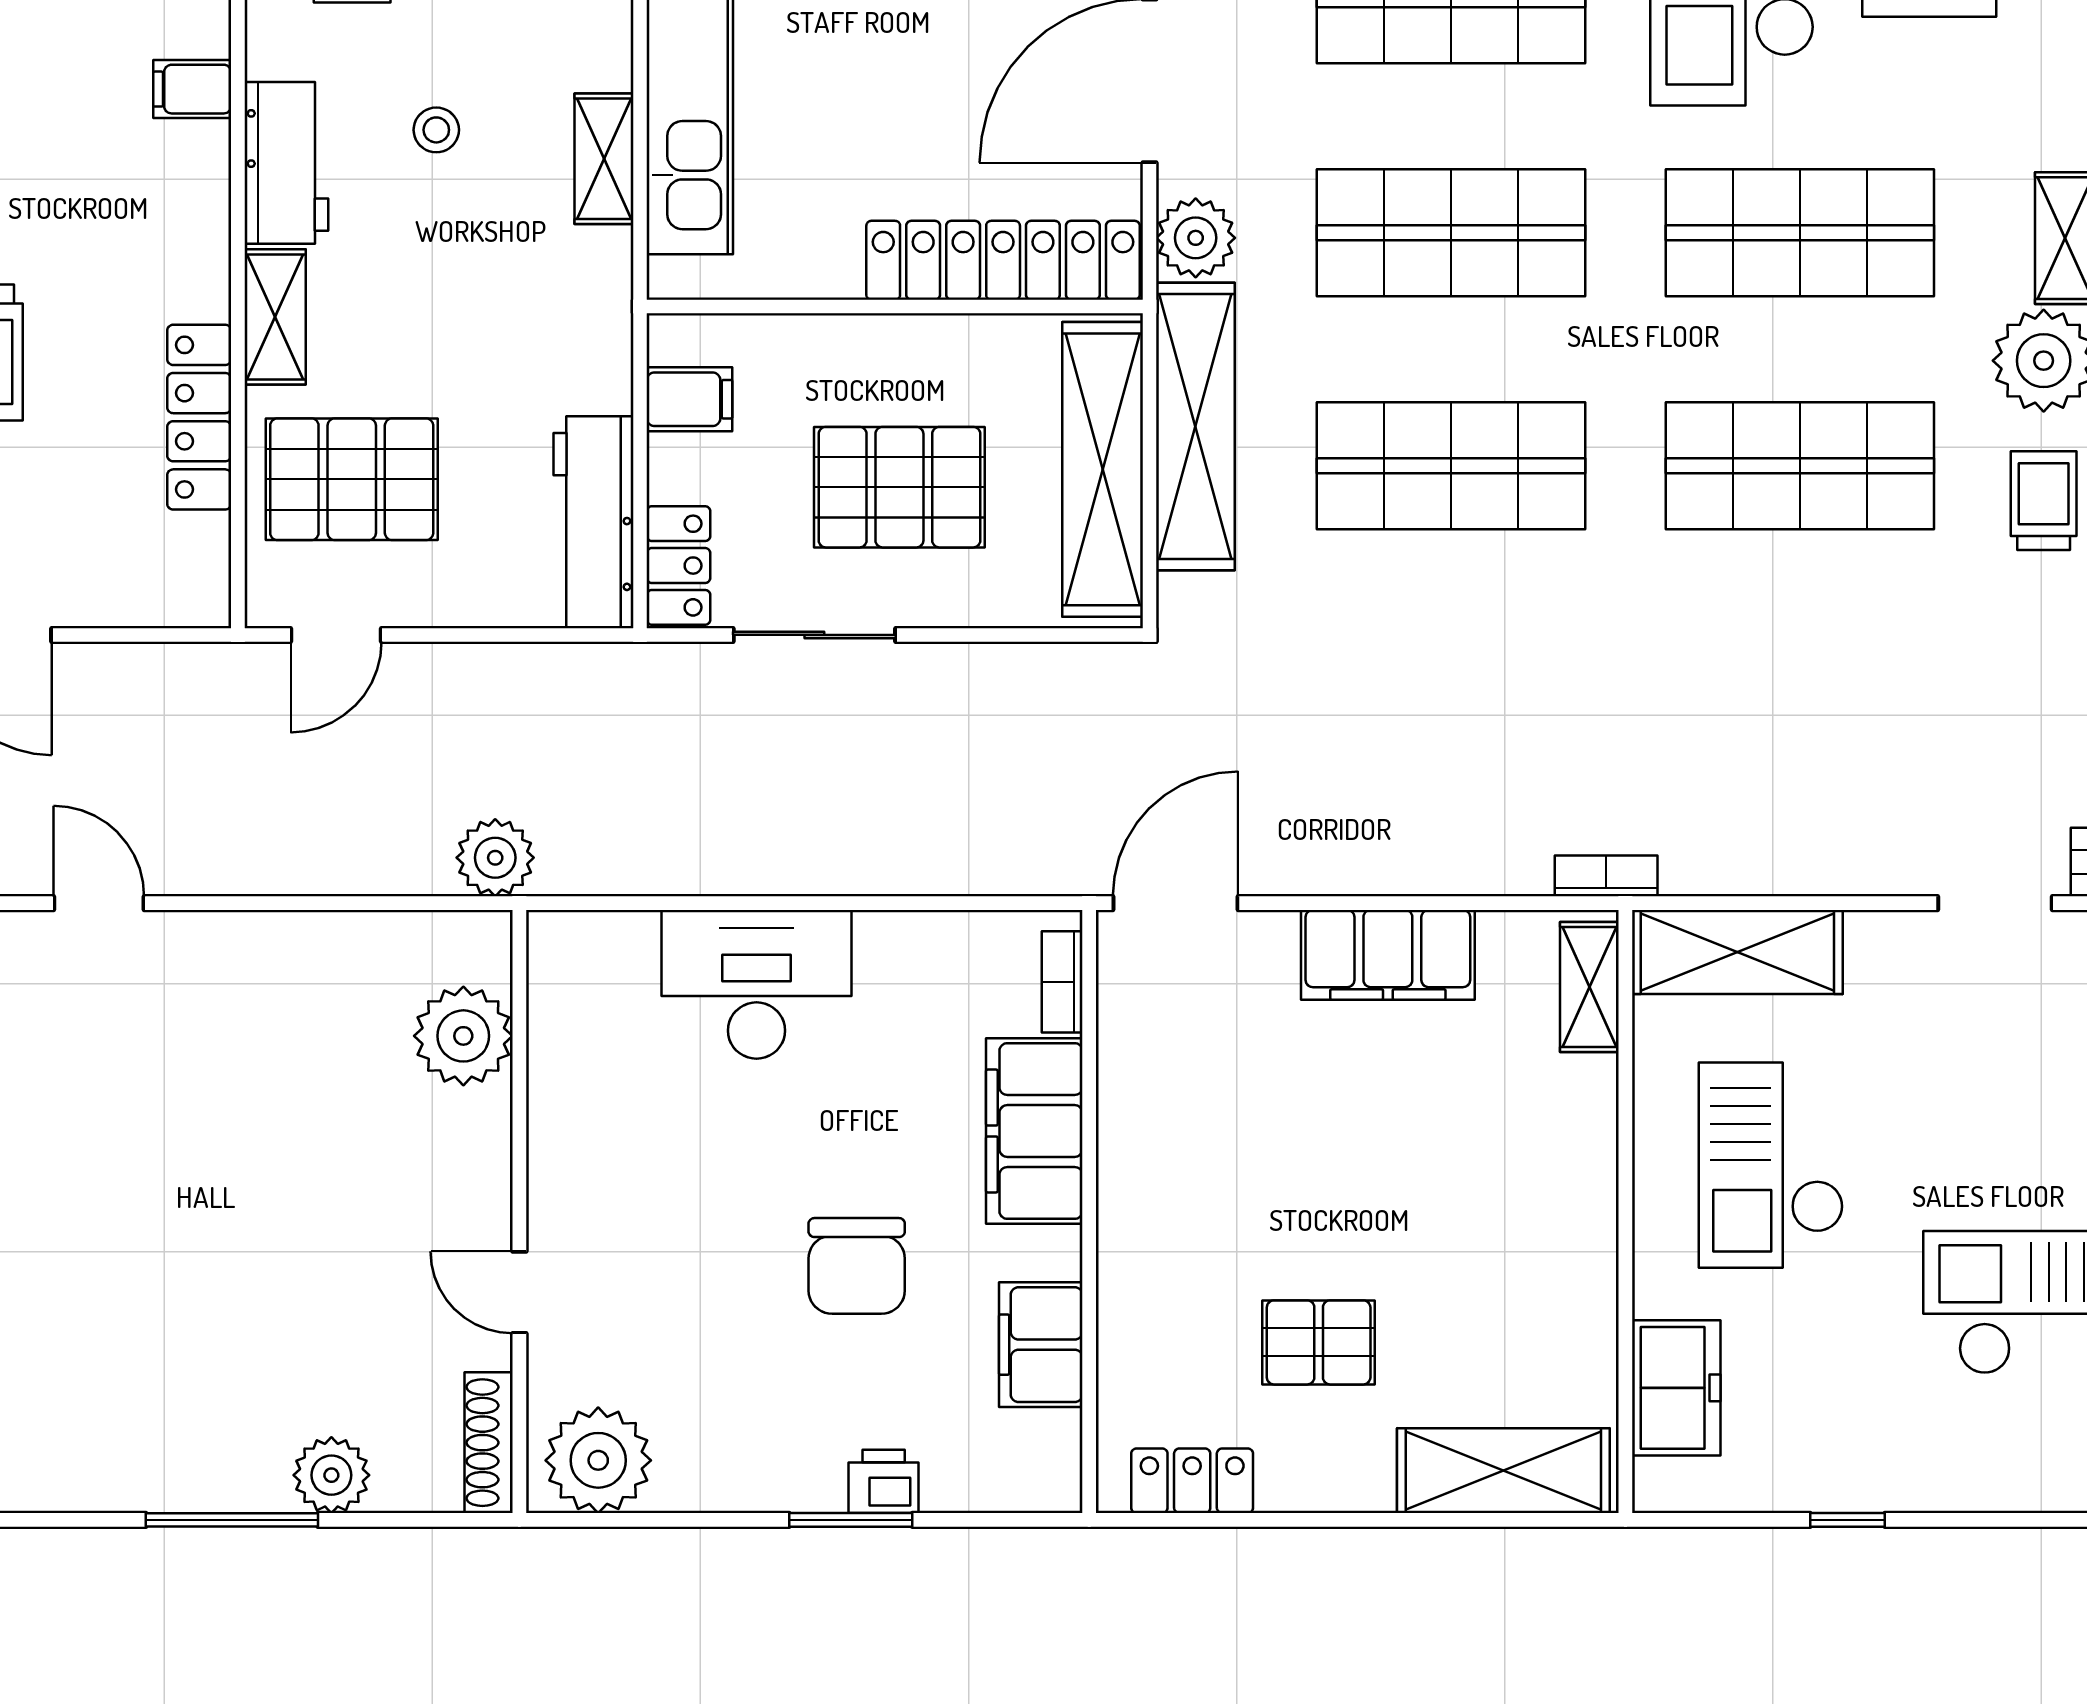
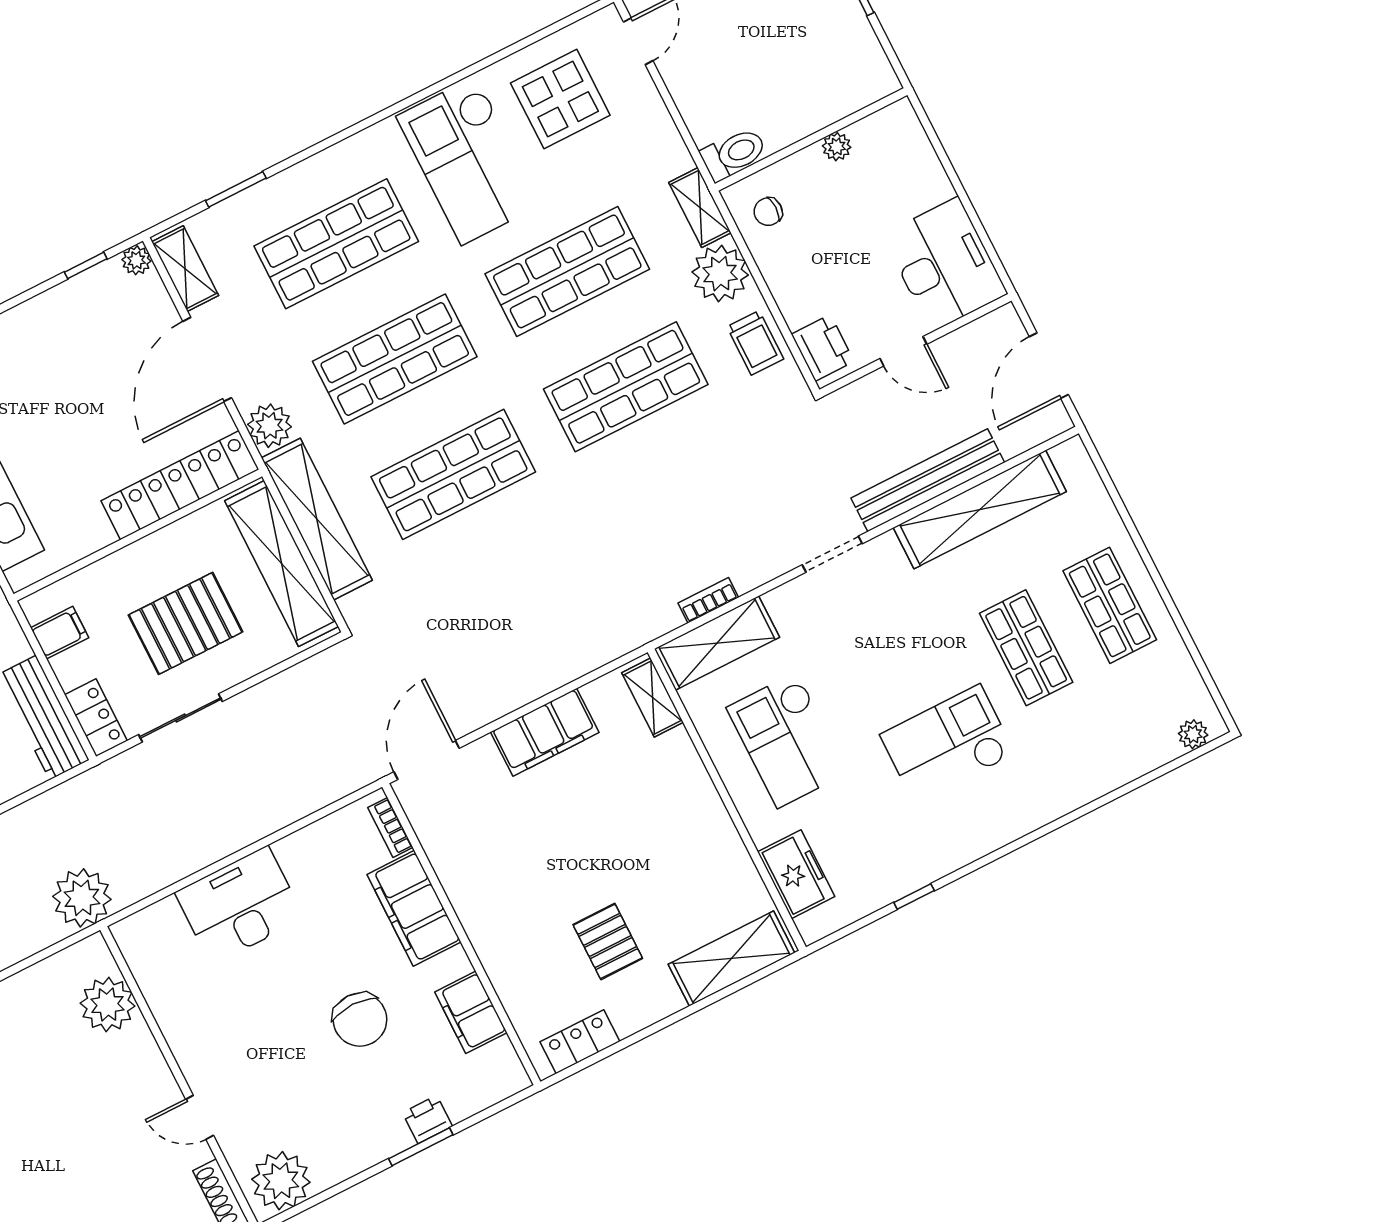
trolley: (2044, 501) -> (755, 343), turned 180
plant: (495, 858) -> (82, 898), width x1.36, depth x1.36
bookcase: (1606, 876) -> (708, 600), moved
pallet: (1319, 1342) -> (608, 941), turned 90

